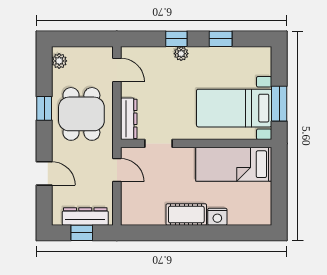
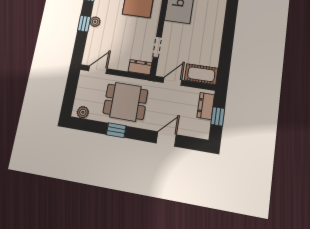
dresser: (129, 119) -> (140, 67), width x0.70
cot: (186, 215) -> (201, 74), moved, turned 90
dresser: (85, 217) -> (206, 106), width x0.70
nightstand: (217, 217) -> (219, 12), removed

